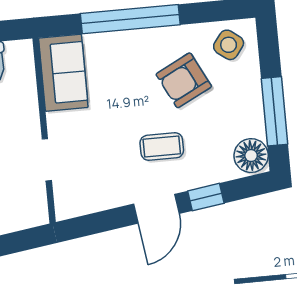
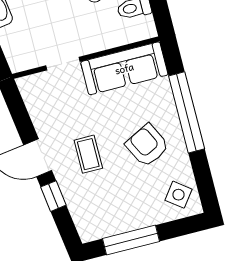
sofa: (63, 73) -> (124, 68), width x1.36
armchair: (184, 80) -> (147, 145), moved
floor lamp: (251, 156) -> (92, 227), removed

